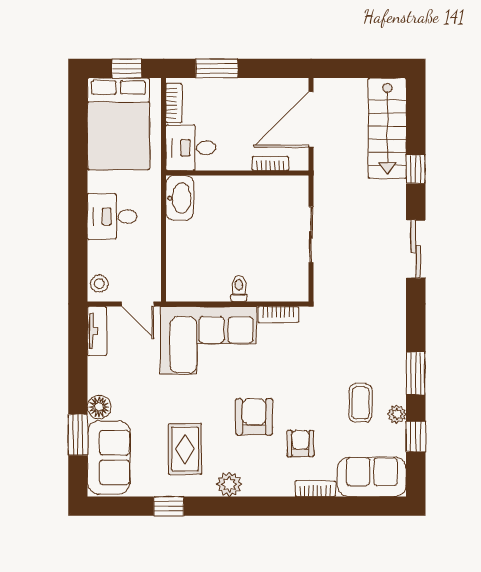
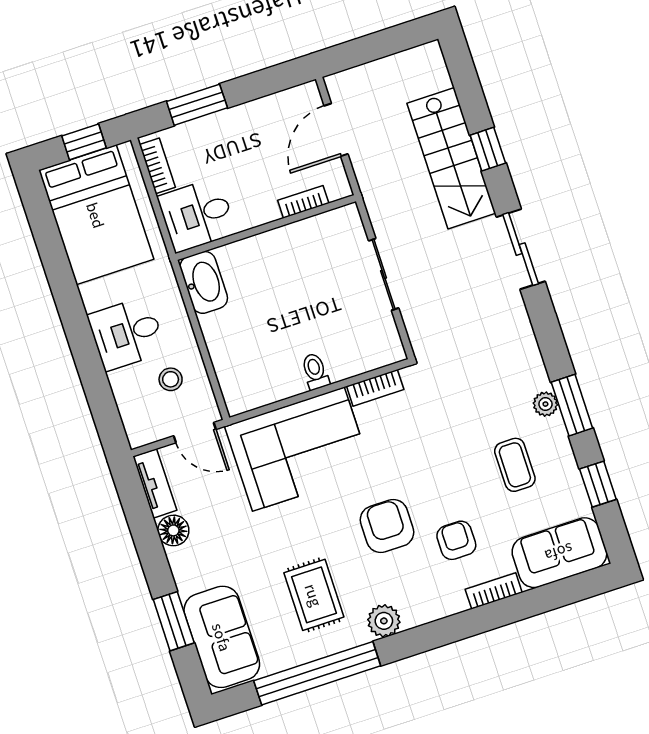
door: (311, 119) -> (336, 130), width x0.73
stairs: (387, 128) -> (451, 158), moved
stool: (99, 283) -> (171, 379), moved
floor lamp: (99, 407) -> (173, 530), moved
plant: (397, 414) -> (545, 404), moved
window: (169, 506) -> (317, 673), width x3.17

